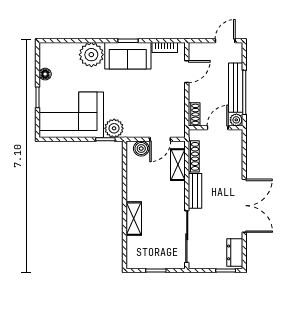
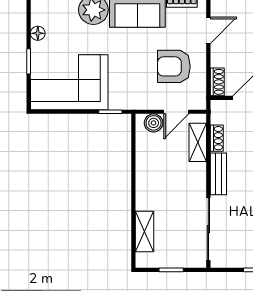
armchair: (158, 102) -> (174, 66), added
plant: (114, 128) -> (121, 99), removed
shoe rack: (194, 156) -> (217, 138), width x0.70
shelving: (134, 219) -> (144, 232), moved

